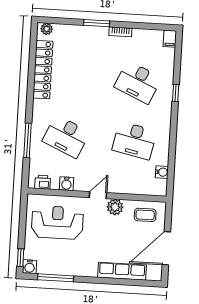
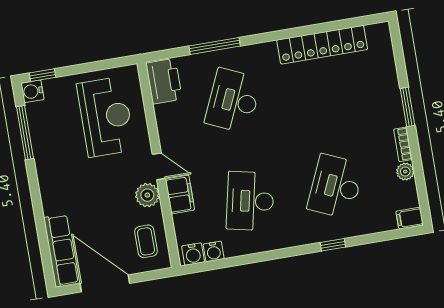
plant: (47, 29) -> (405, 172), moved
printer: (43, 182) -> (164, 81), width x1.87, depth x1.48
water cooler: (67, 184) -> (193, 254), moved, turned -90
filing cabinet: (120, 186) -> (180, 194), added
row of seats: (122, 271) -> (61, 250), moved

